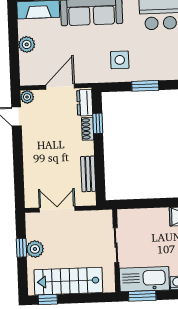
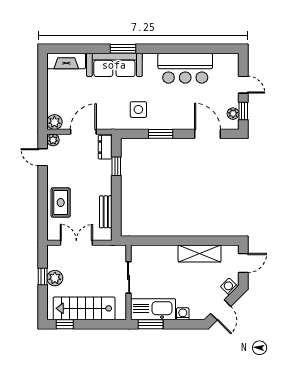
plant: (27, 44) -> (54, 122), moved
shoe rack: (88, 129) -> (107, 171), removed
rug: (38, 166) -> (61, 202), added

